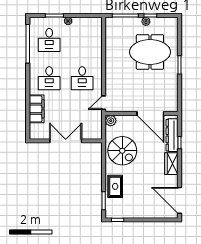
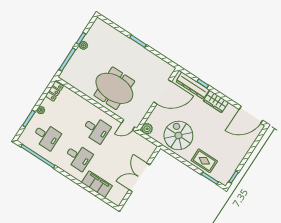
locker: (92, 22) -> (54, 91), added
meeting table: (150, 52) -> (114, 88), moved, turned 90
door: (104, 103) -> (128, 125), hinge flipped
spiral stairs: (122, 151) -> (178, 135), turned -90

